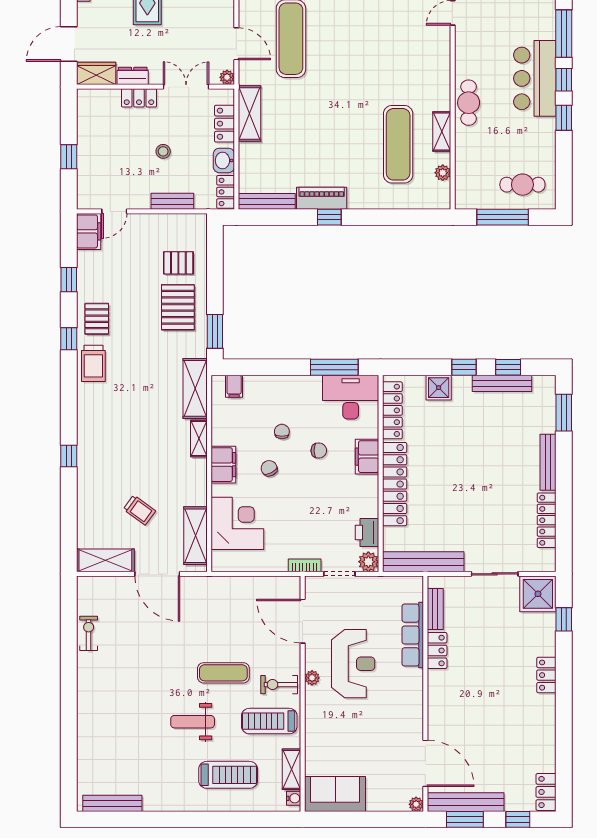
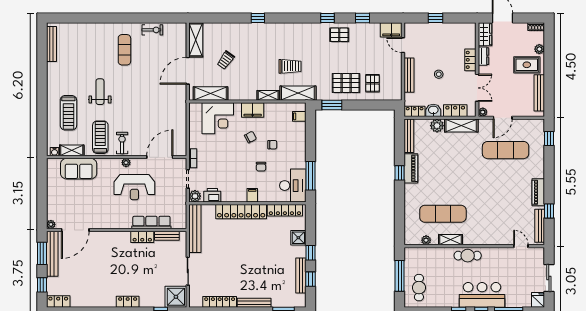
plant: (250, 154) -> (437, 126), added
bench: (172, 201) -> (409, 75), width x1.36
trolley: (93, 363) -> (290, 66), moved, turned 180
filing cabinet: (367, 457) -> (252, 195), width x0.50
exercise mat: (223, 673) -> (124, 50), moved
sofa: (335, 794) -> (79, 169), moved, turned 90

